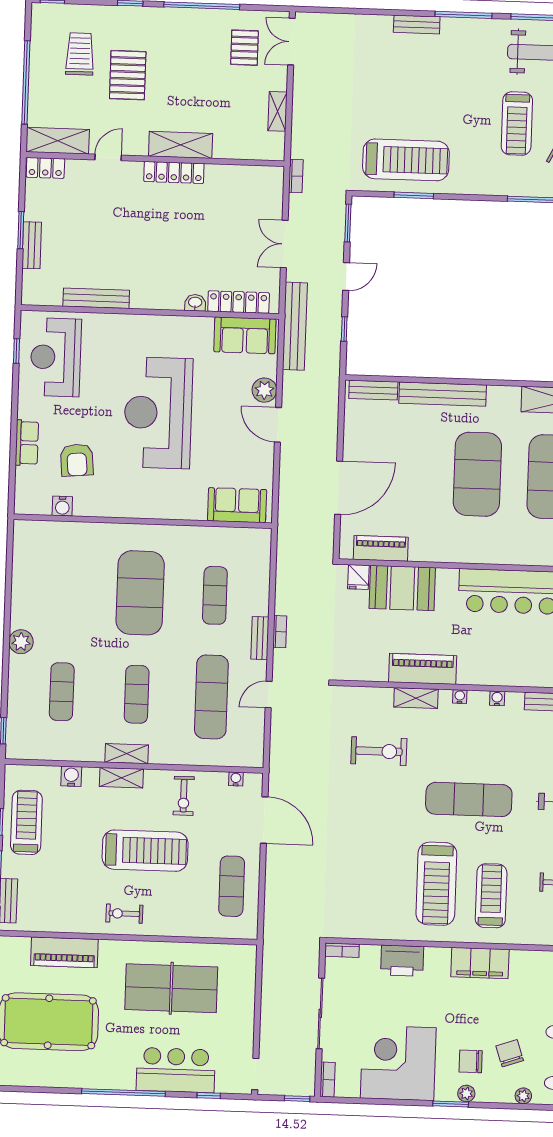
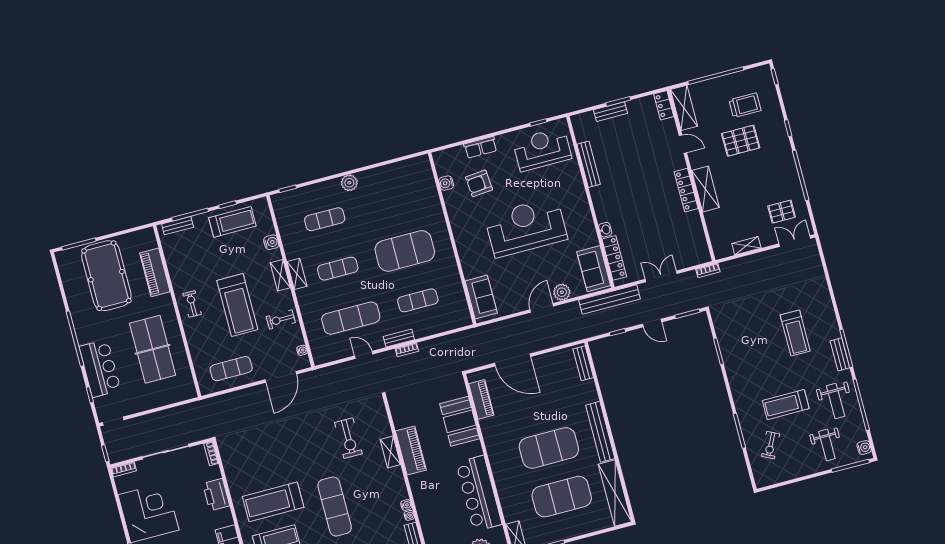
bench: (417, 24) -> (840, 354), moved
treadmill: (406, 160) -> (795, 333), moved, width x0.73, depth x0.73
bench: (443, 394) -> (600, 432), moved
fridge: (358, 577) -> (458, 390), removed
water cooler: (460, 697) -> (409, 515), moved

